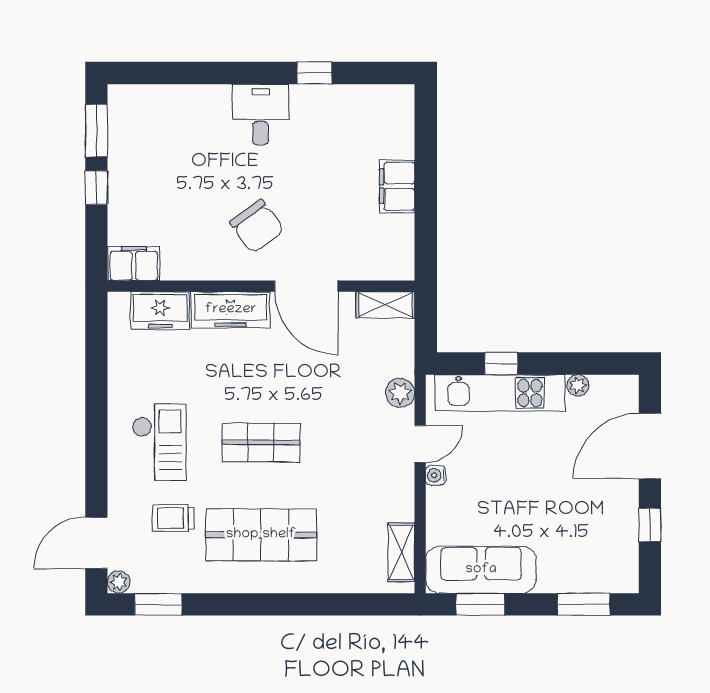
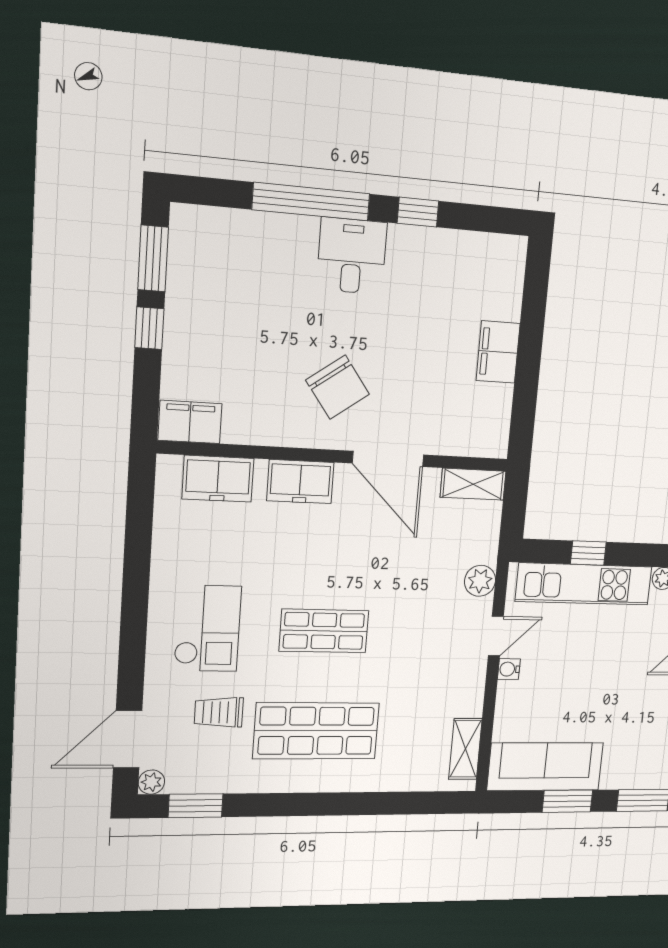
window: (223, 73) -> (311, 202), added
freezer: (231, 310) -> (300, 482), width x0.71
window: (480, 604) -> (567, 801), moved

